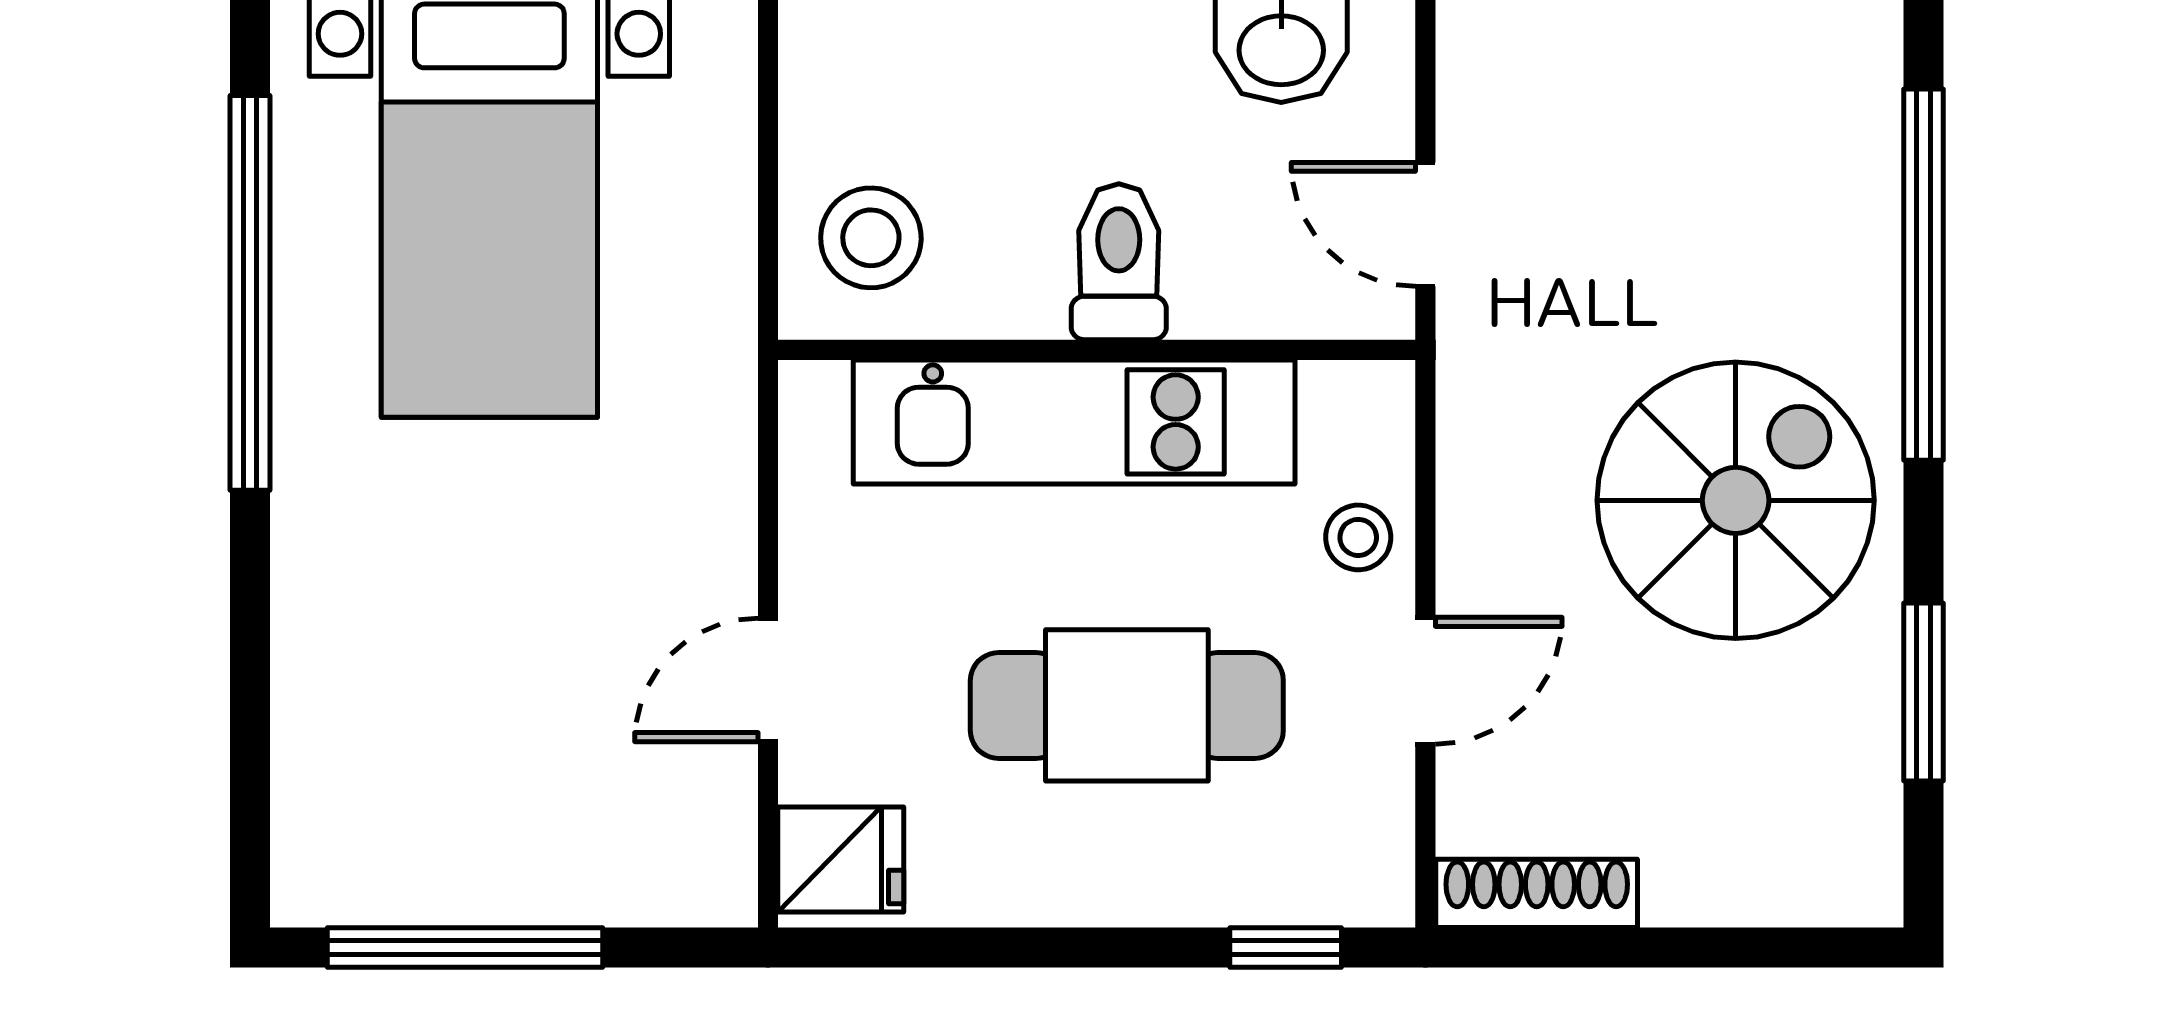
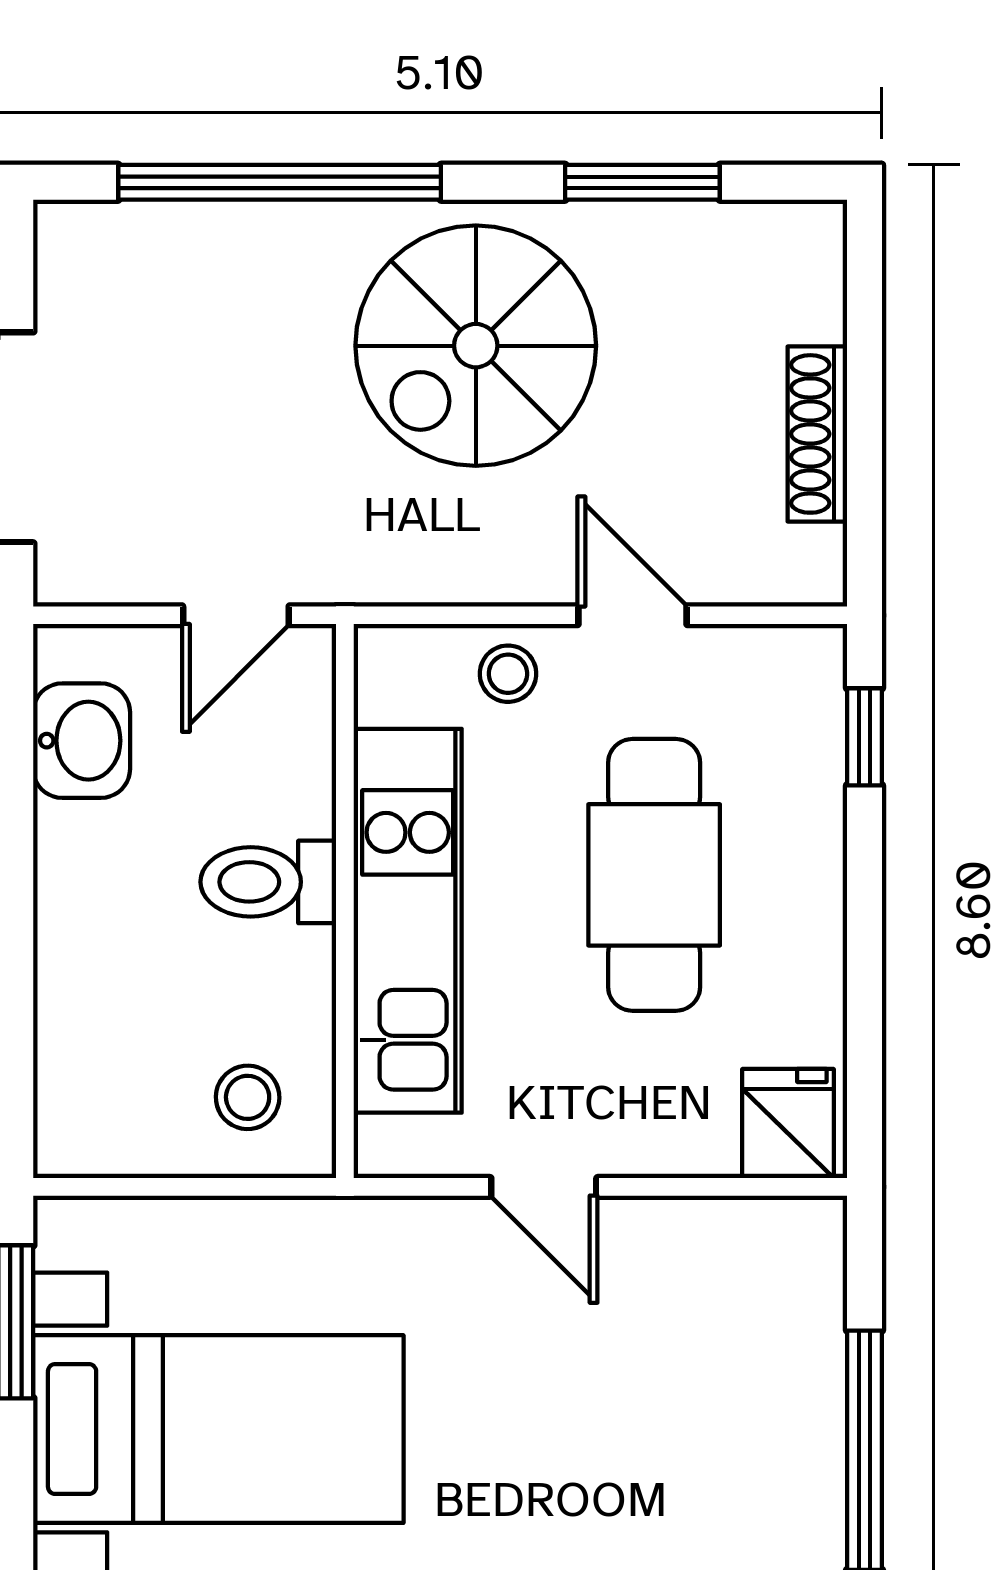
stool: (871, 238) -> (248, 1097), width x0.73, depth x0.73
spiral stairs: (1736, 500) -> (476, 346), turned -90
door: (768, 680) -> (544, 1187), moved
shoe rack: (1537, 893) -> (817, 434), moved

